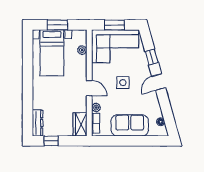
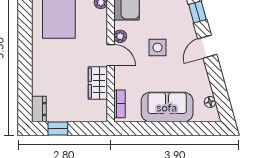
plant: (96, 108) -> (120, 36), moved
dresser: (38, 123) -> (39, 109), width x0.70
wardrobe: (80, 124) -> (98, 83), moved

